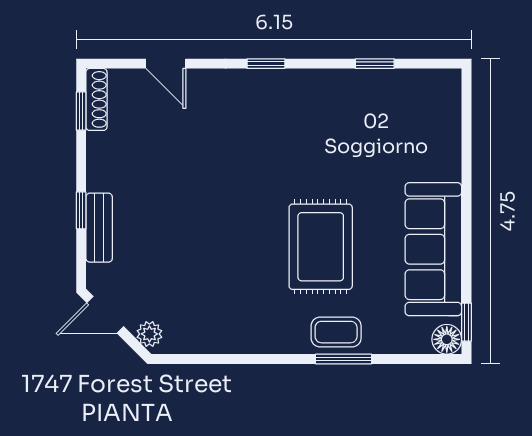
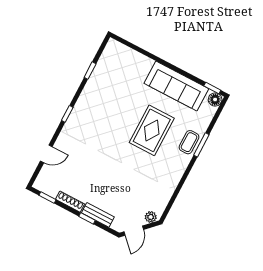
shoe rack: (96, 99) -> (70, 202), moved
rug: (321, 247) -> (152, 130), turned 90

